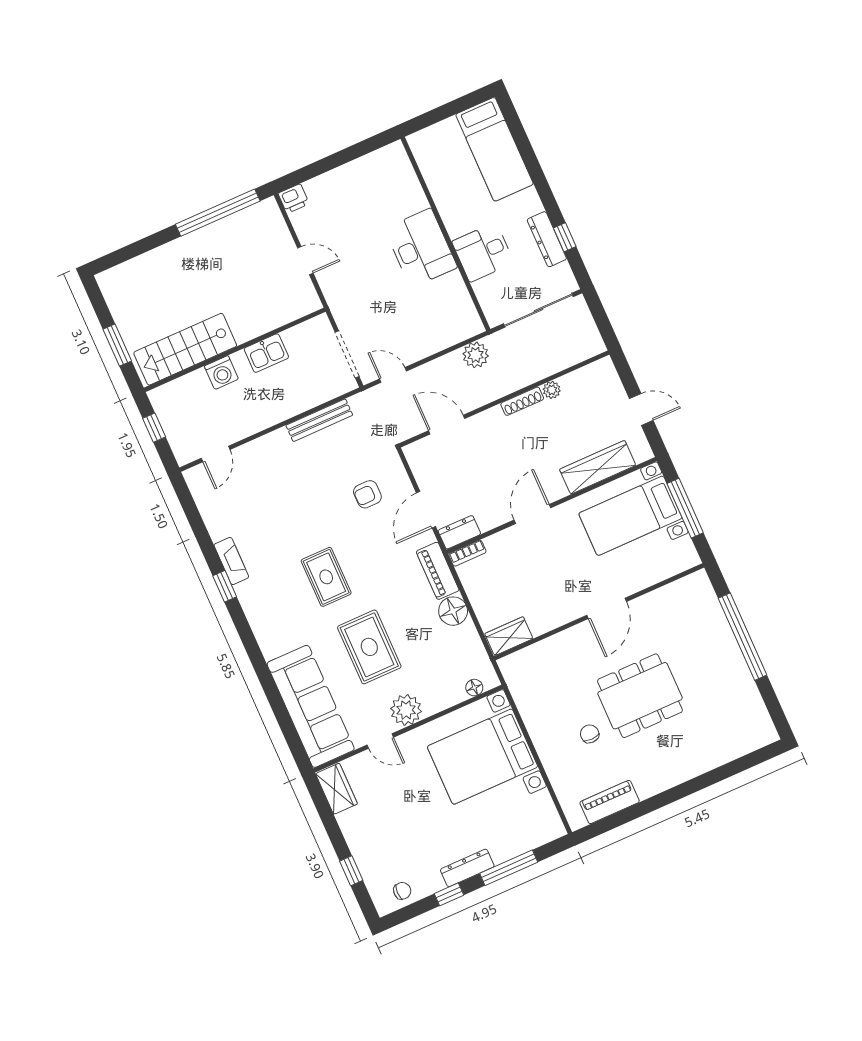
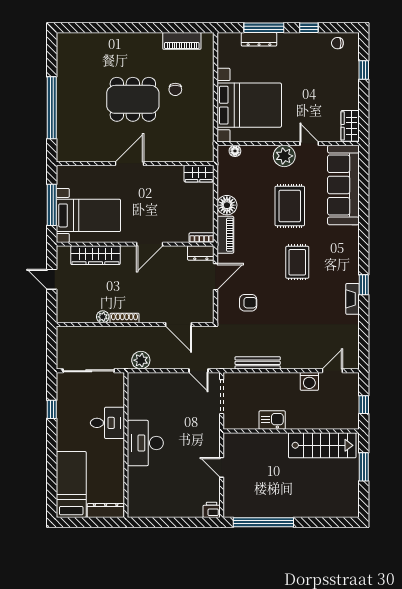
dresser: (547, 239) -> (106, 510), moved, turned -90
washing machine: (221, 373) -> (309, 381), moved, turned 180
dresser: (467, 868) -> (259, 39), moved

